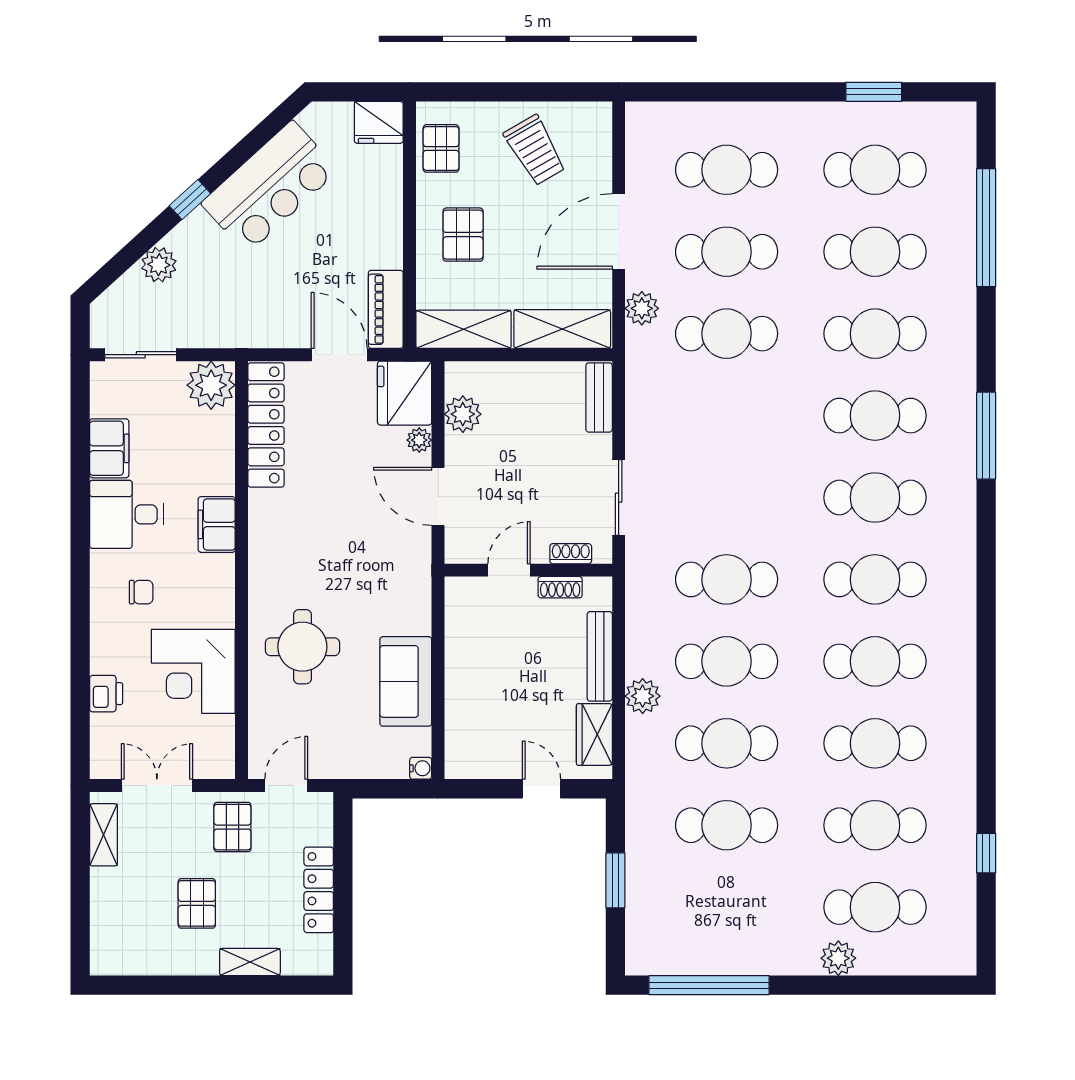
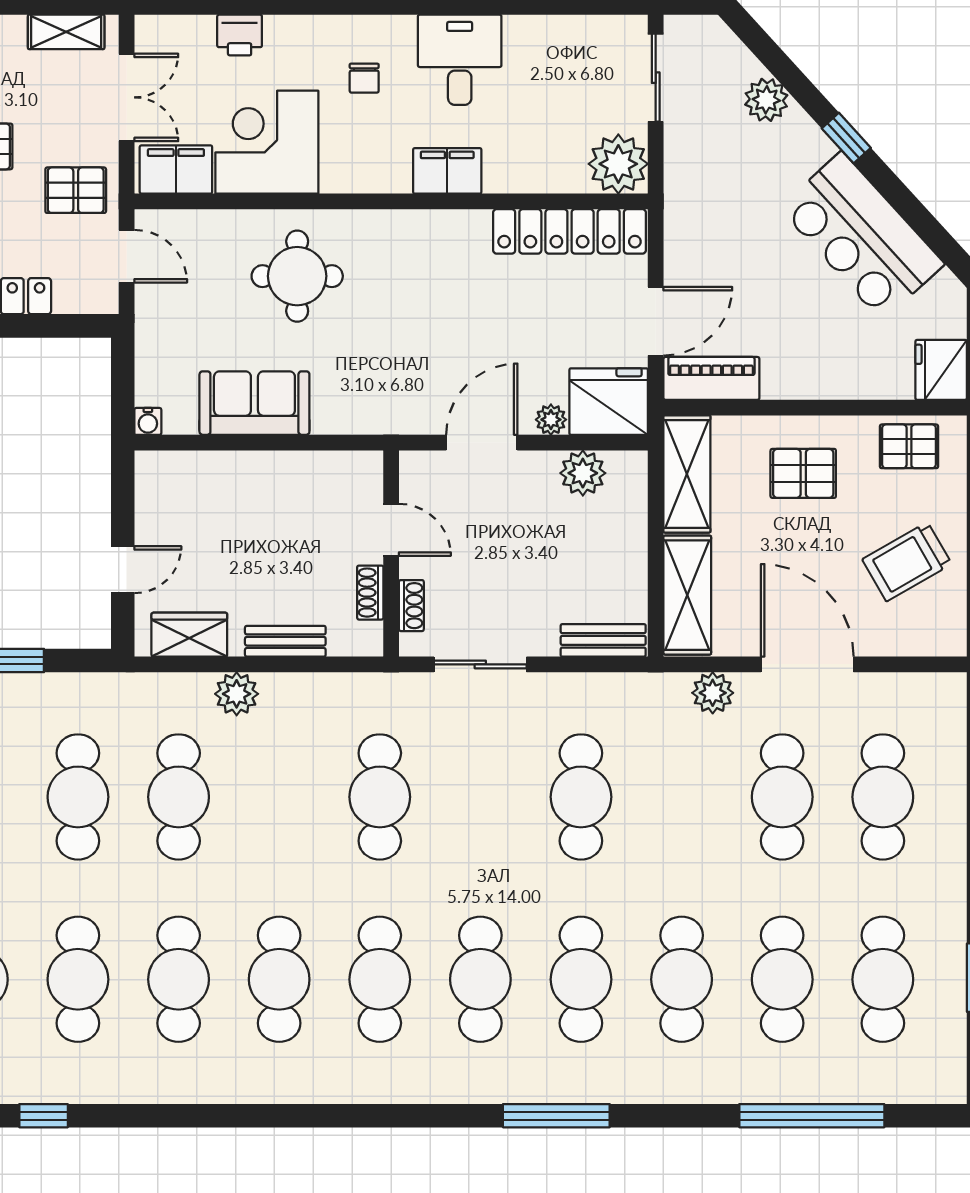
cafe table: (727, 334) -> (581, 797), moved
filing cabinet: (109, 448) -> (176, 169), moved, turned 180
bench: (600, 656) -> (285, 641), width x0.73
cafe table: (727, 661) -> (279, 797), removed

